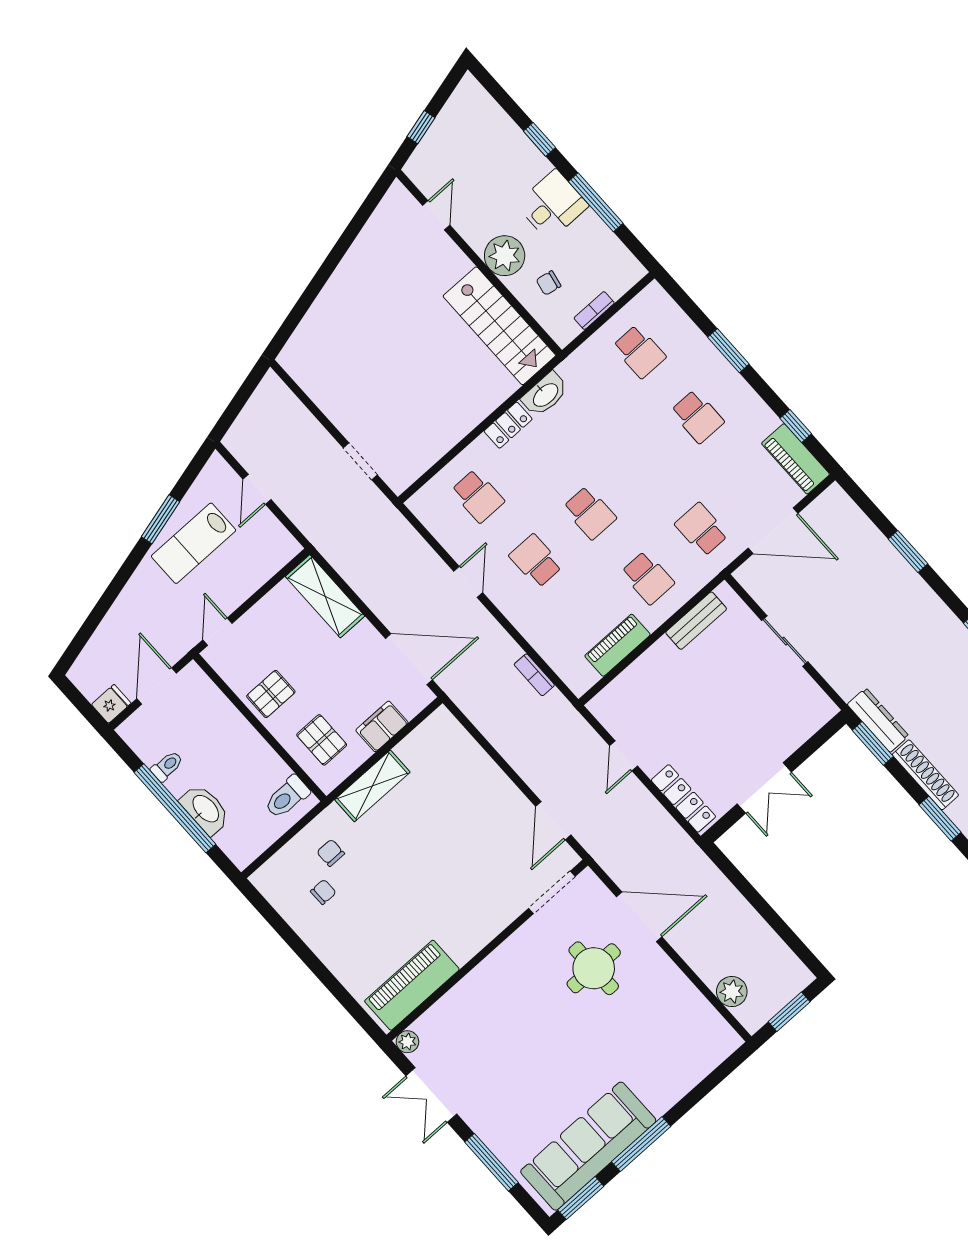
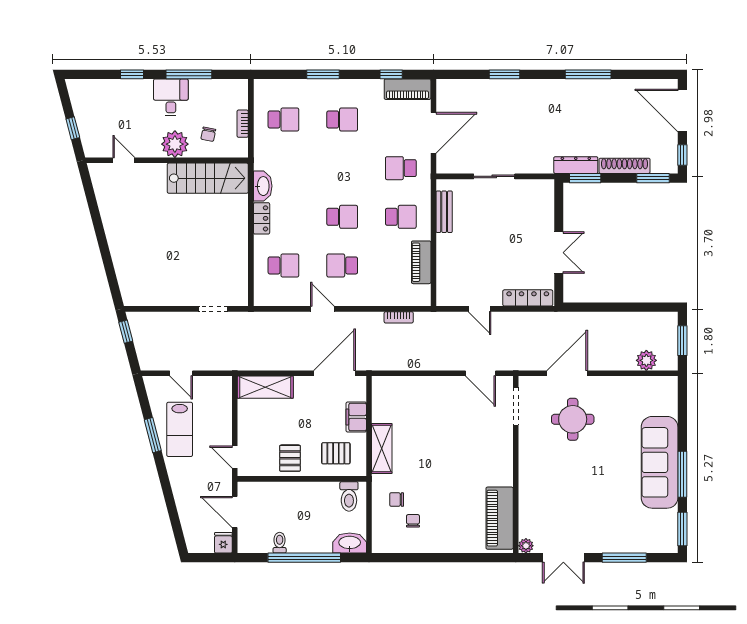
window: (248, 387) -> (126, 332), added
washbasin: (205, 809) -> (350, 543), moved
sofa: (588, 1146) -> (660, 462), moved

